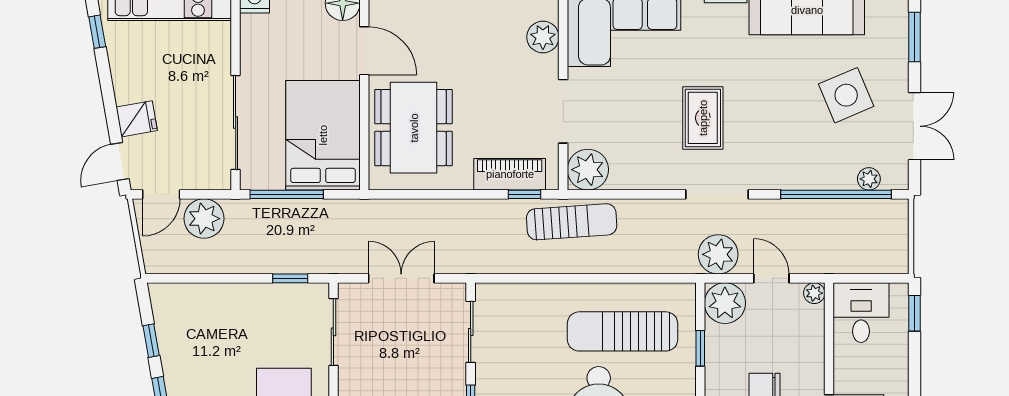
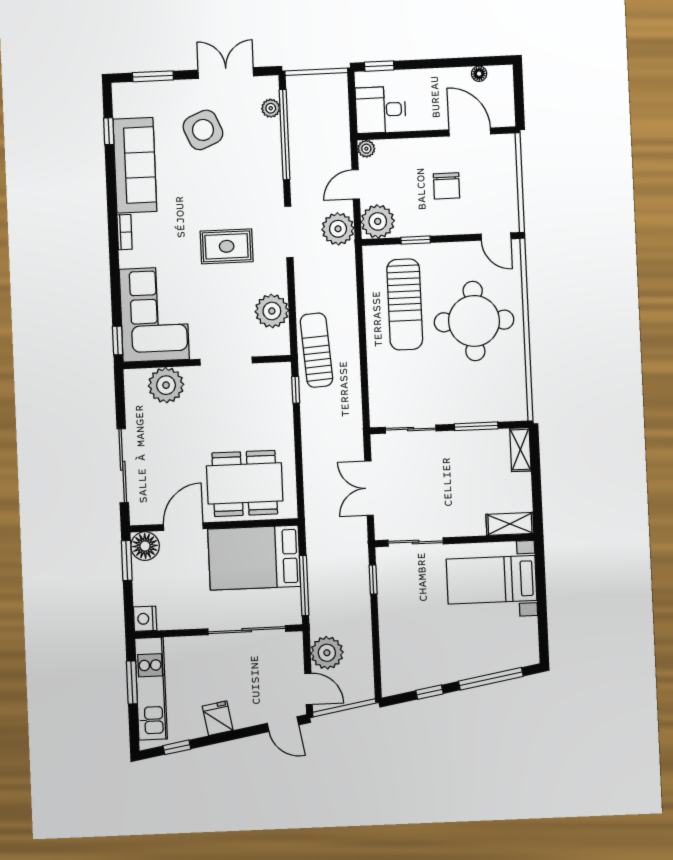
plant: (543, 37) -> (166, 385), width x1.36, depth x1.36
fridge: (137, 119) -> (218, 718), moved
plant: (588, 170) -> (272, 311), moved
piano: (510, 174) -> (280, 403), removed

